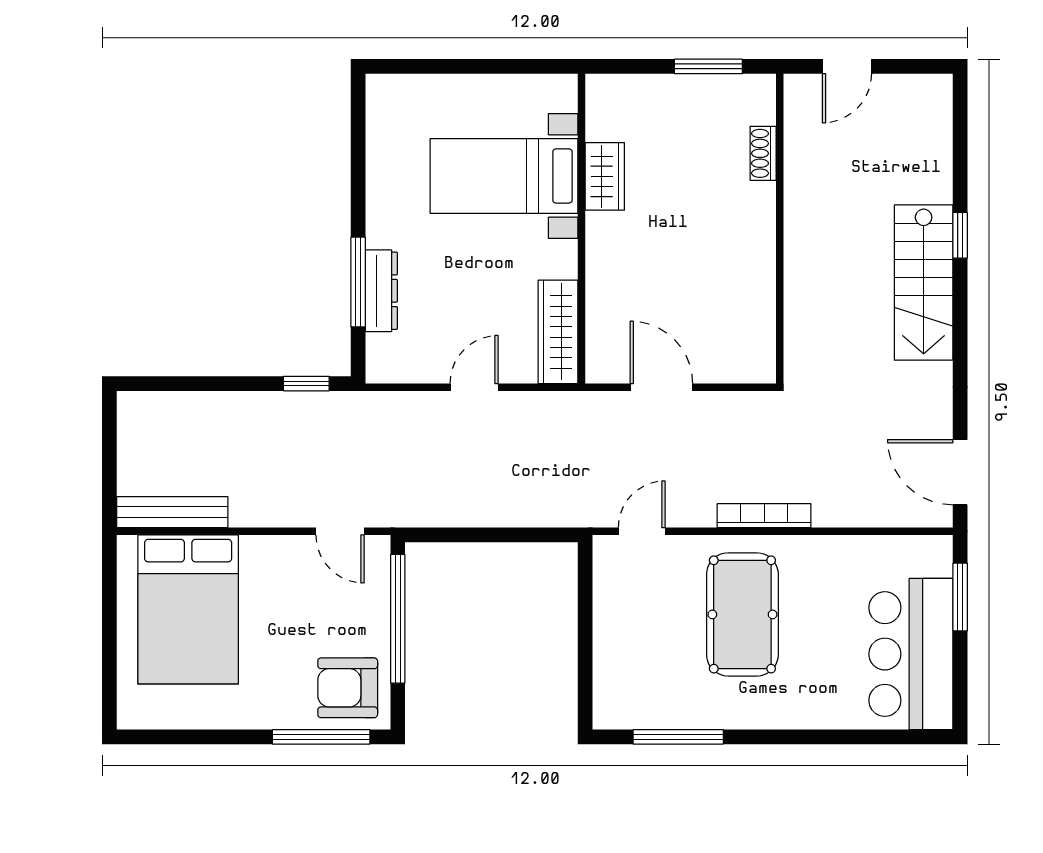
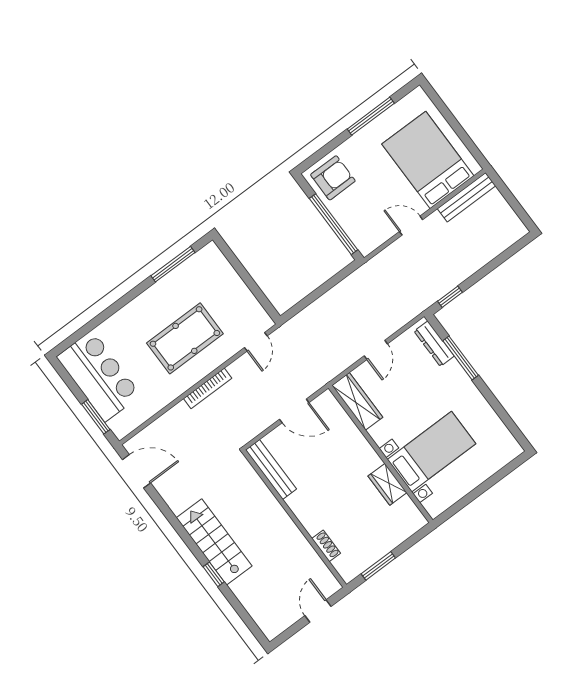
dresser: (381, 291) -> (434, 344), moved
bench: (760, 326) -> (271, 470), added
door: (340, 531) -> (411, 226), moved
pool table: (742, 614) -> (185, 338), turned 90
window: (321, 737) -> (371, 116), moved

